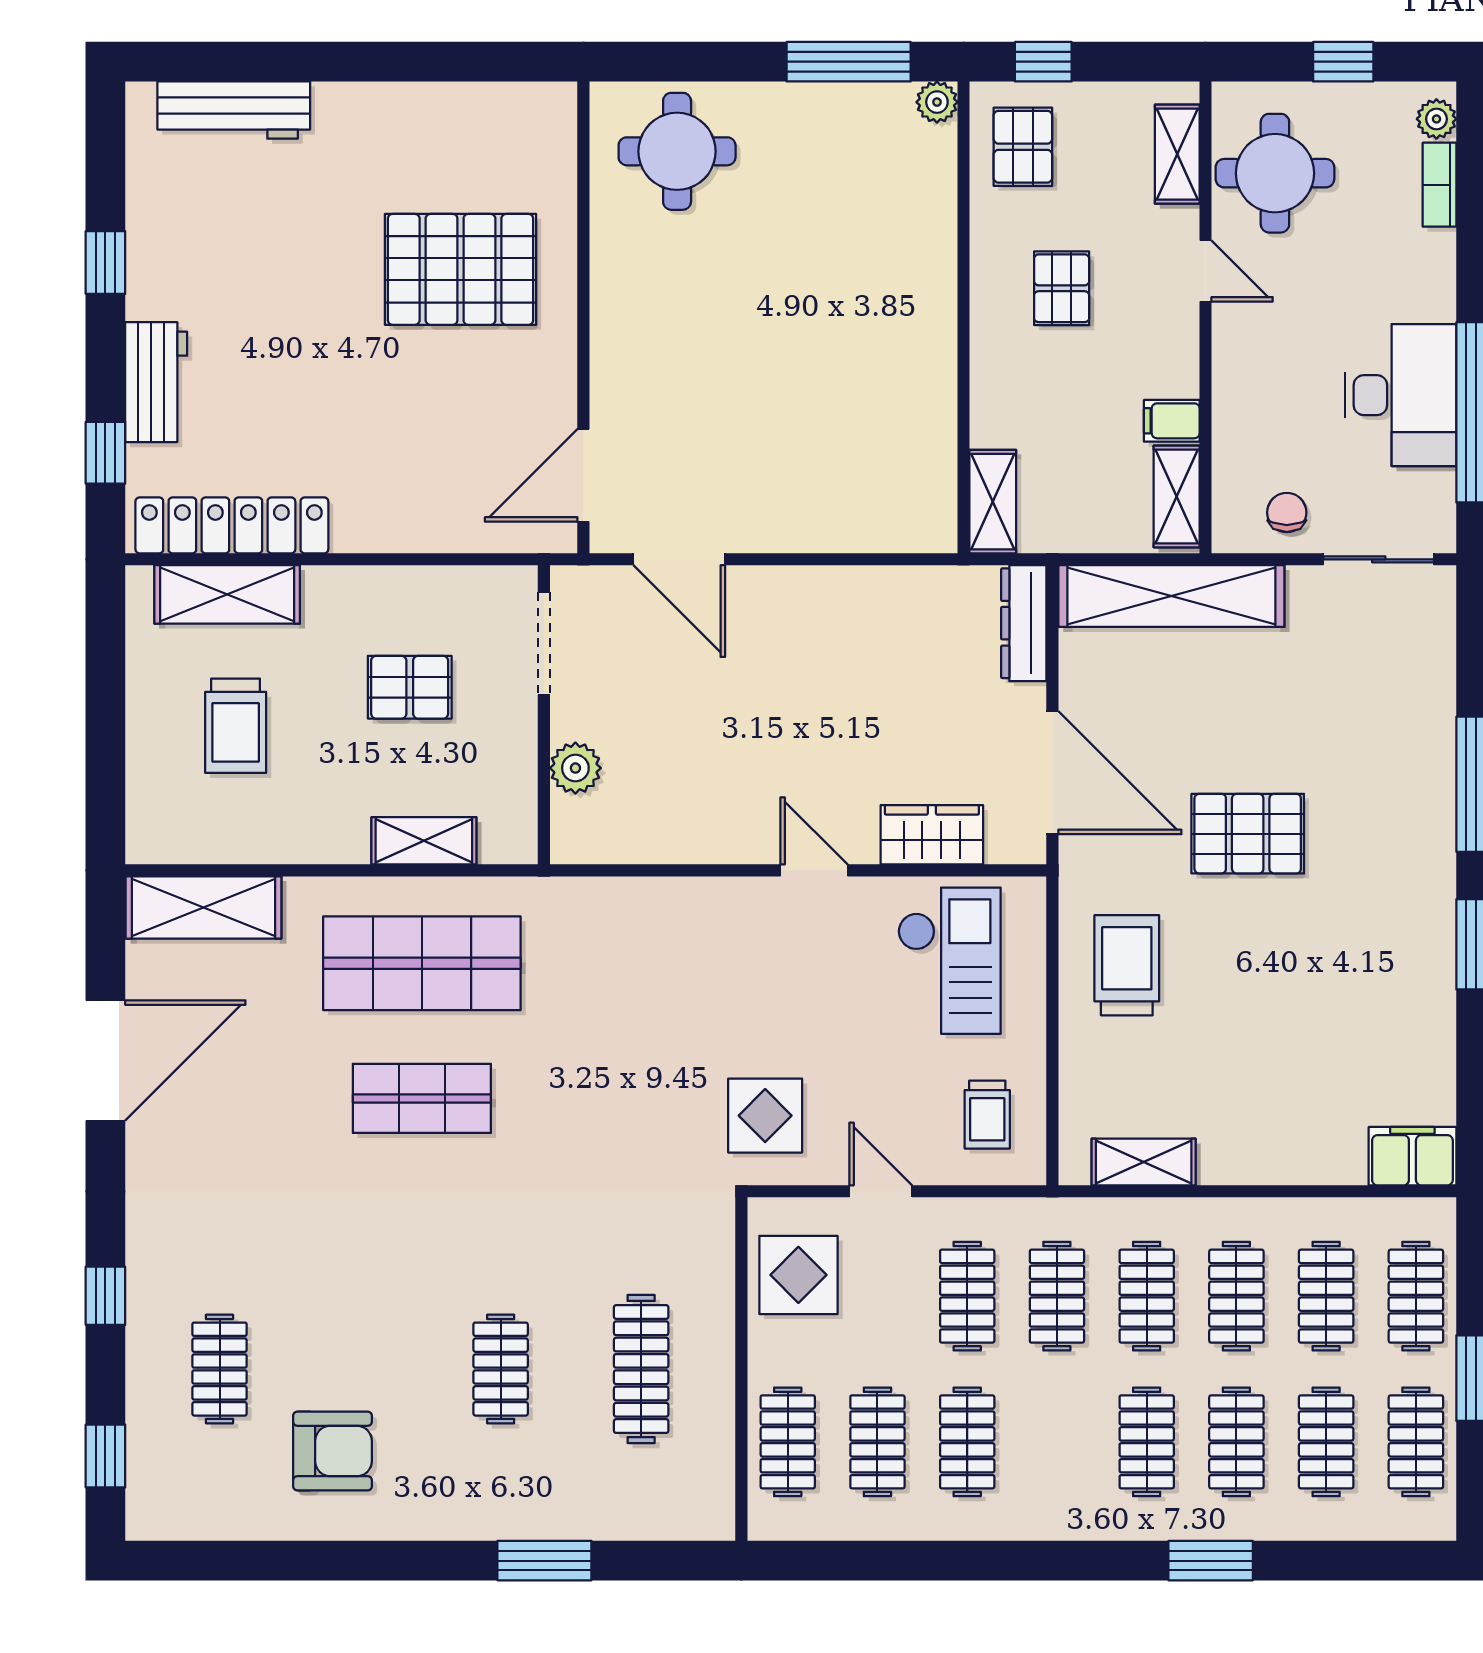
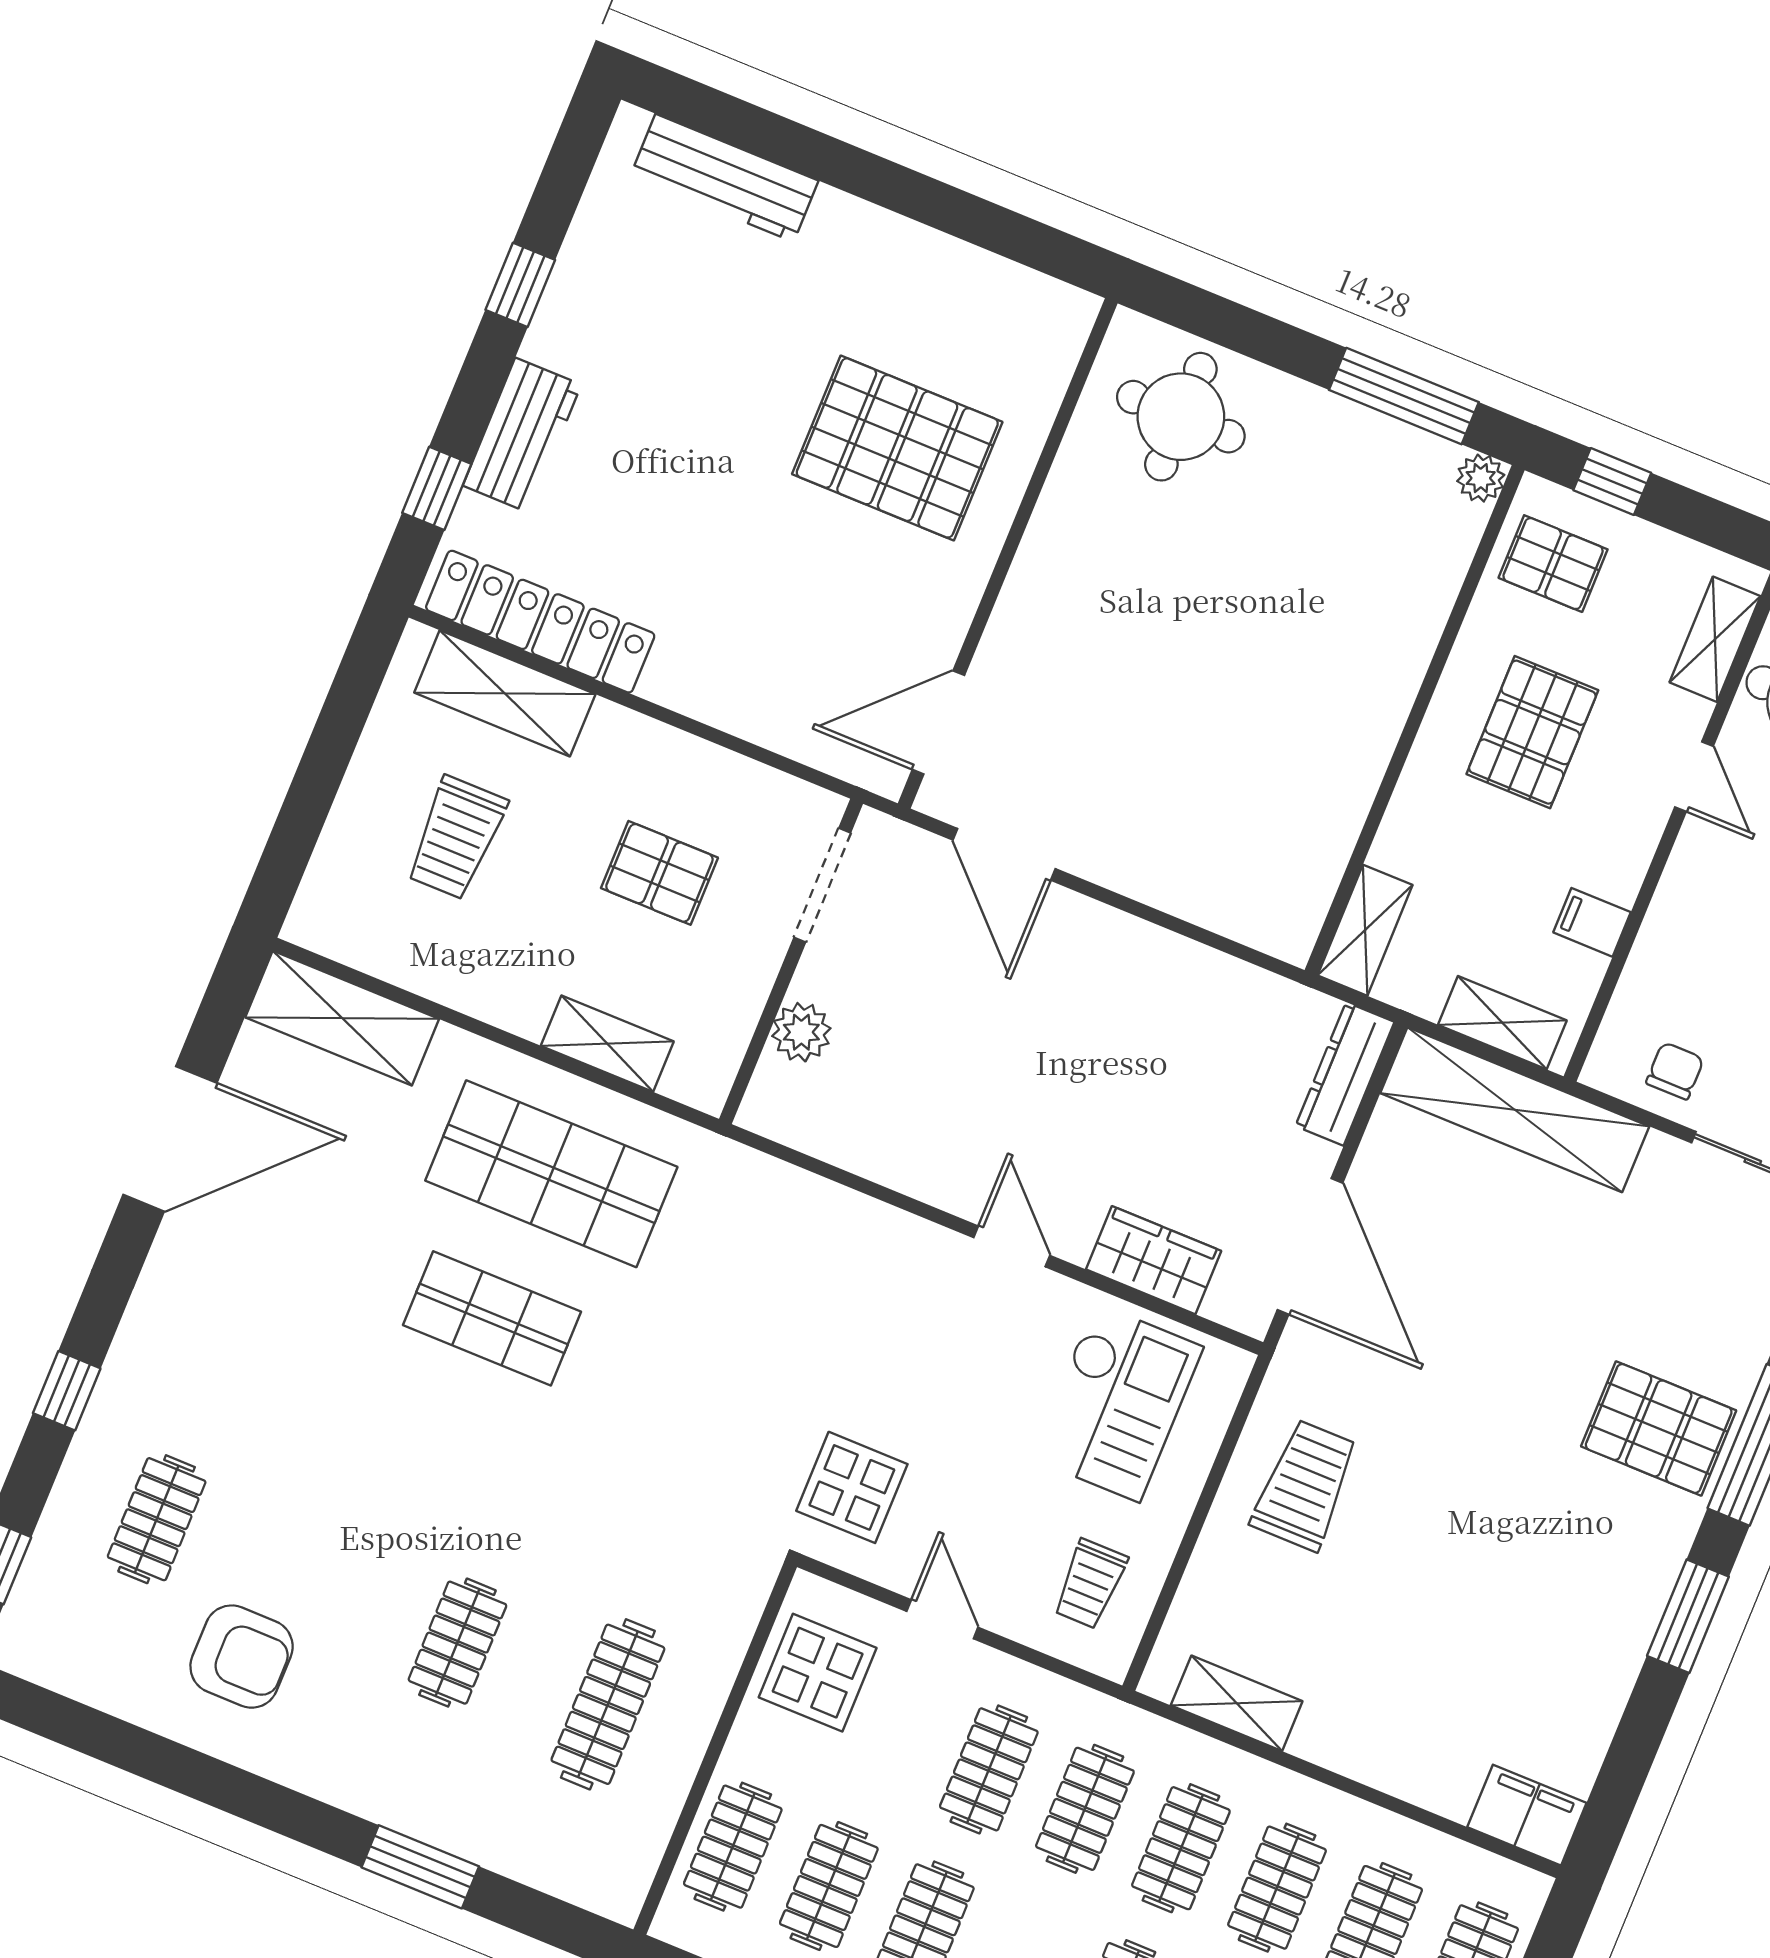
pallet: (1023, 147) -> (1553, 564), turned 90
pallet: (1062, 288) -> (1532, 732), width x1.50, depth x1.42
shelving: (1177, 496) -> (1502, 1023), moved, turned 90
pallet: (1248, 834) -> (1659, 1428), moved

